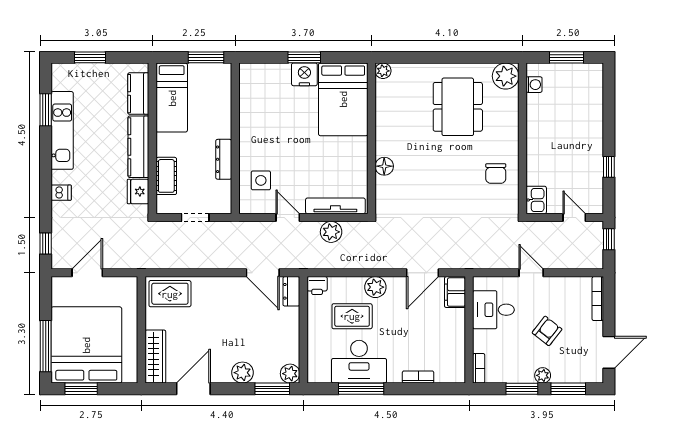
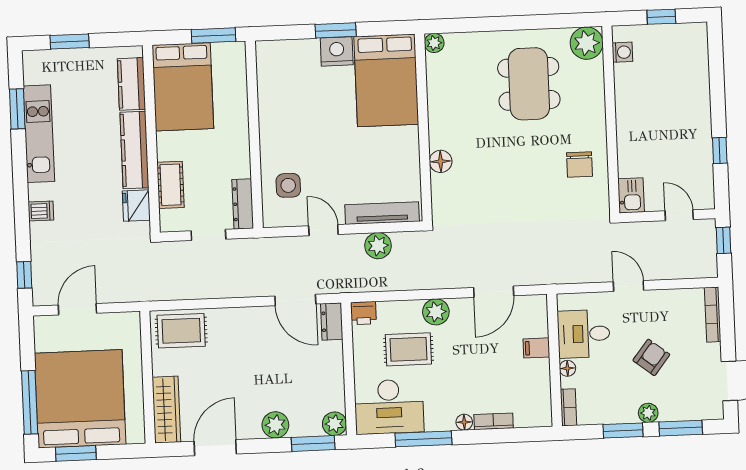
window: (567, 57) -> (661, 17), width x0.67
bed: (172, 98) -> (183, 87), width x1.50
dresser: (224, 159) -> (243, 204), moved
filing cabinet: (455, 292) -> (536, 348), moved, width x0.50
floor lamp: (479, 337) -> (567, 368), added
desk: (359, 362) -> (389, 407), moved
floor lamp: (394, 377) -> (464, 422), added

